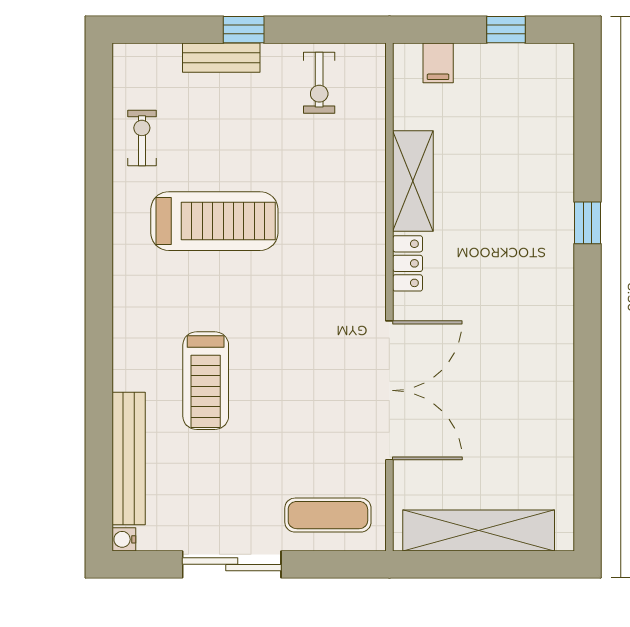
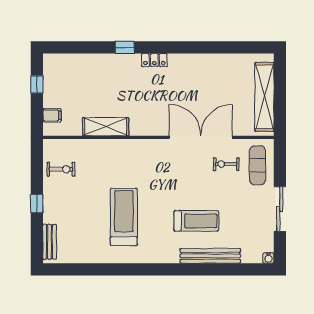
bench: (221, 58) -> (50, 242), moved
exercise bike: (142, 138) -> (226, 164), moved
locker: (408, 263) -> (154, 60), moved, turned 180
bench: (129, 459) -> (210, 256), moved

